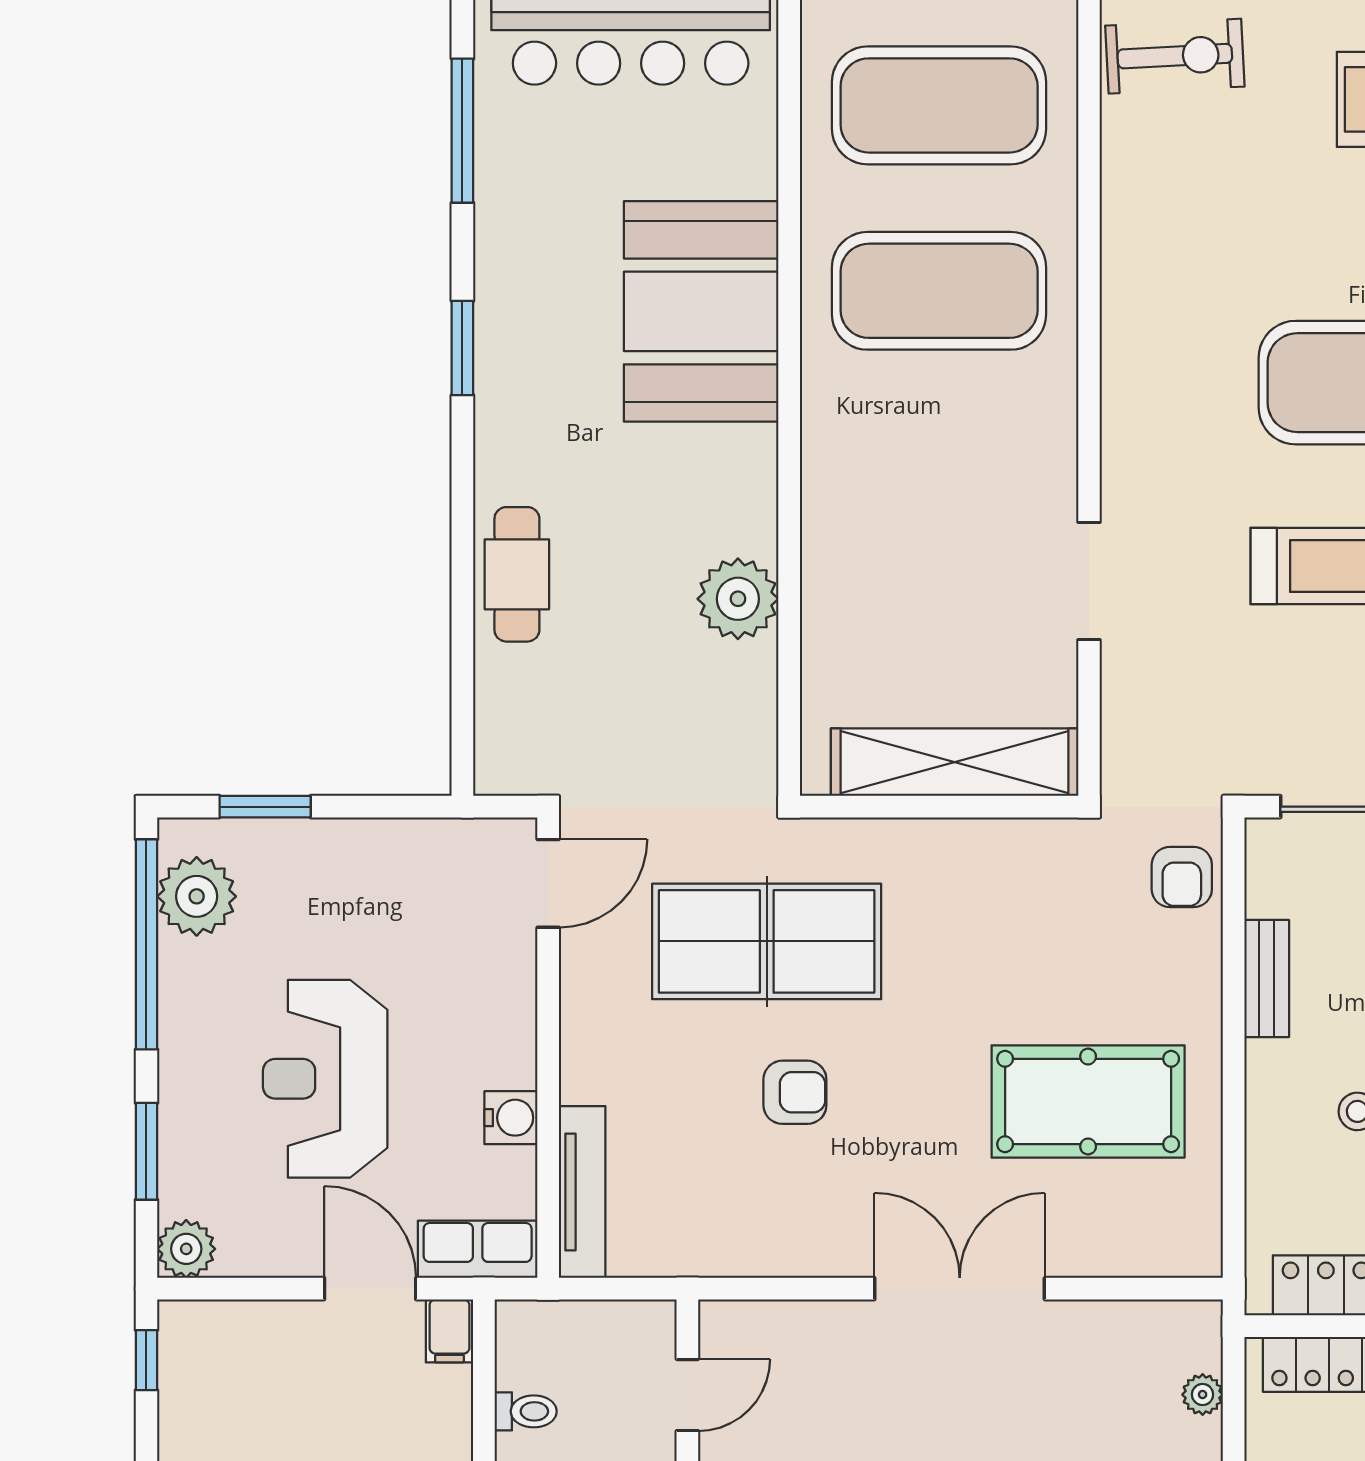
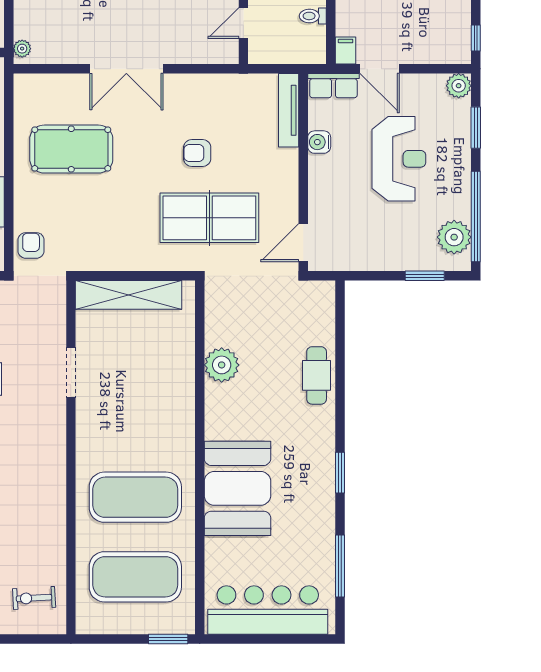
exercise bike: (1175, 56) -> (34, 598), width x0.73, depth x0.72
plant: (1203, 1395) -> (22, 49), moved

